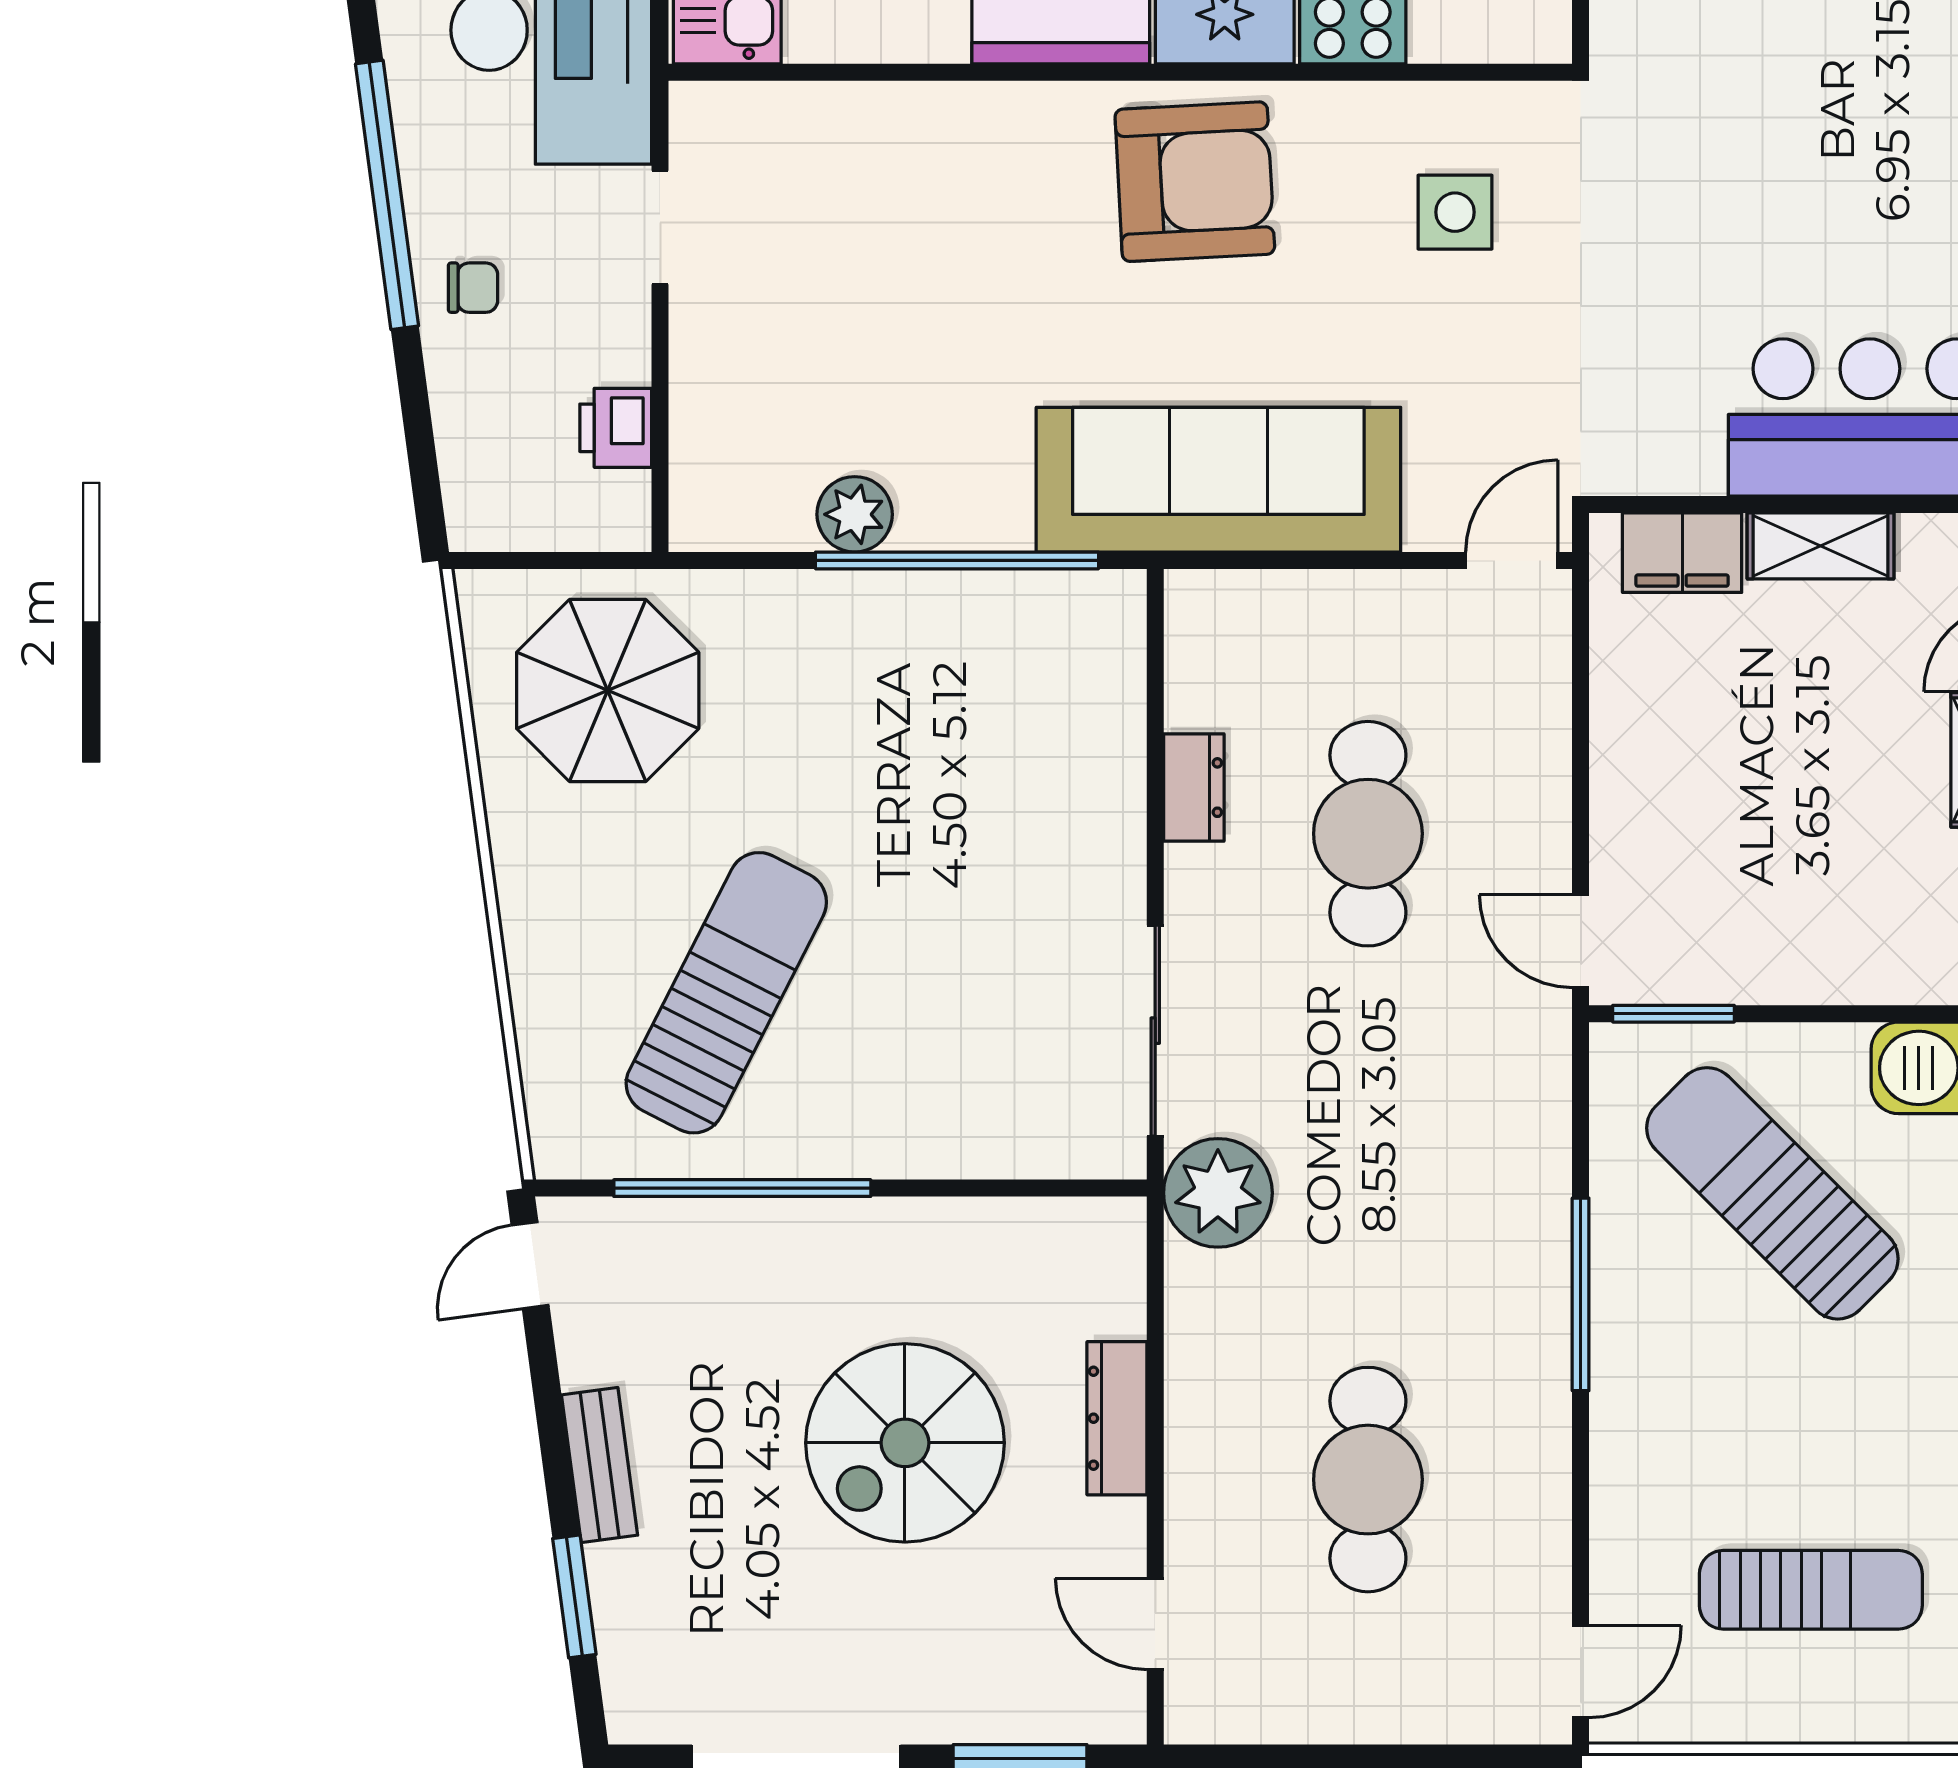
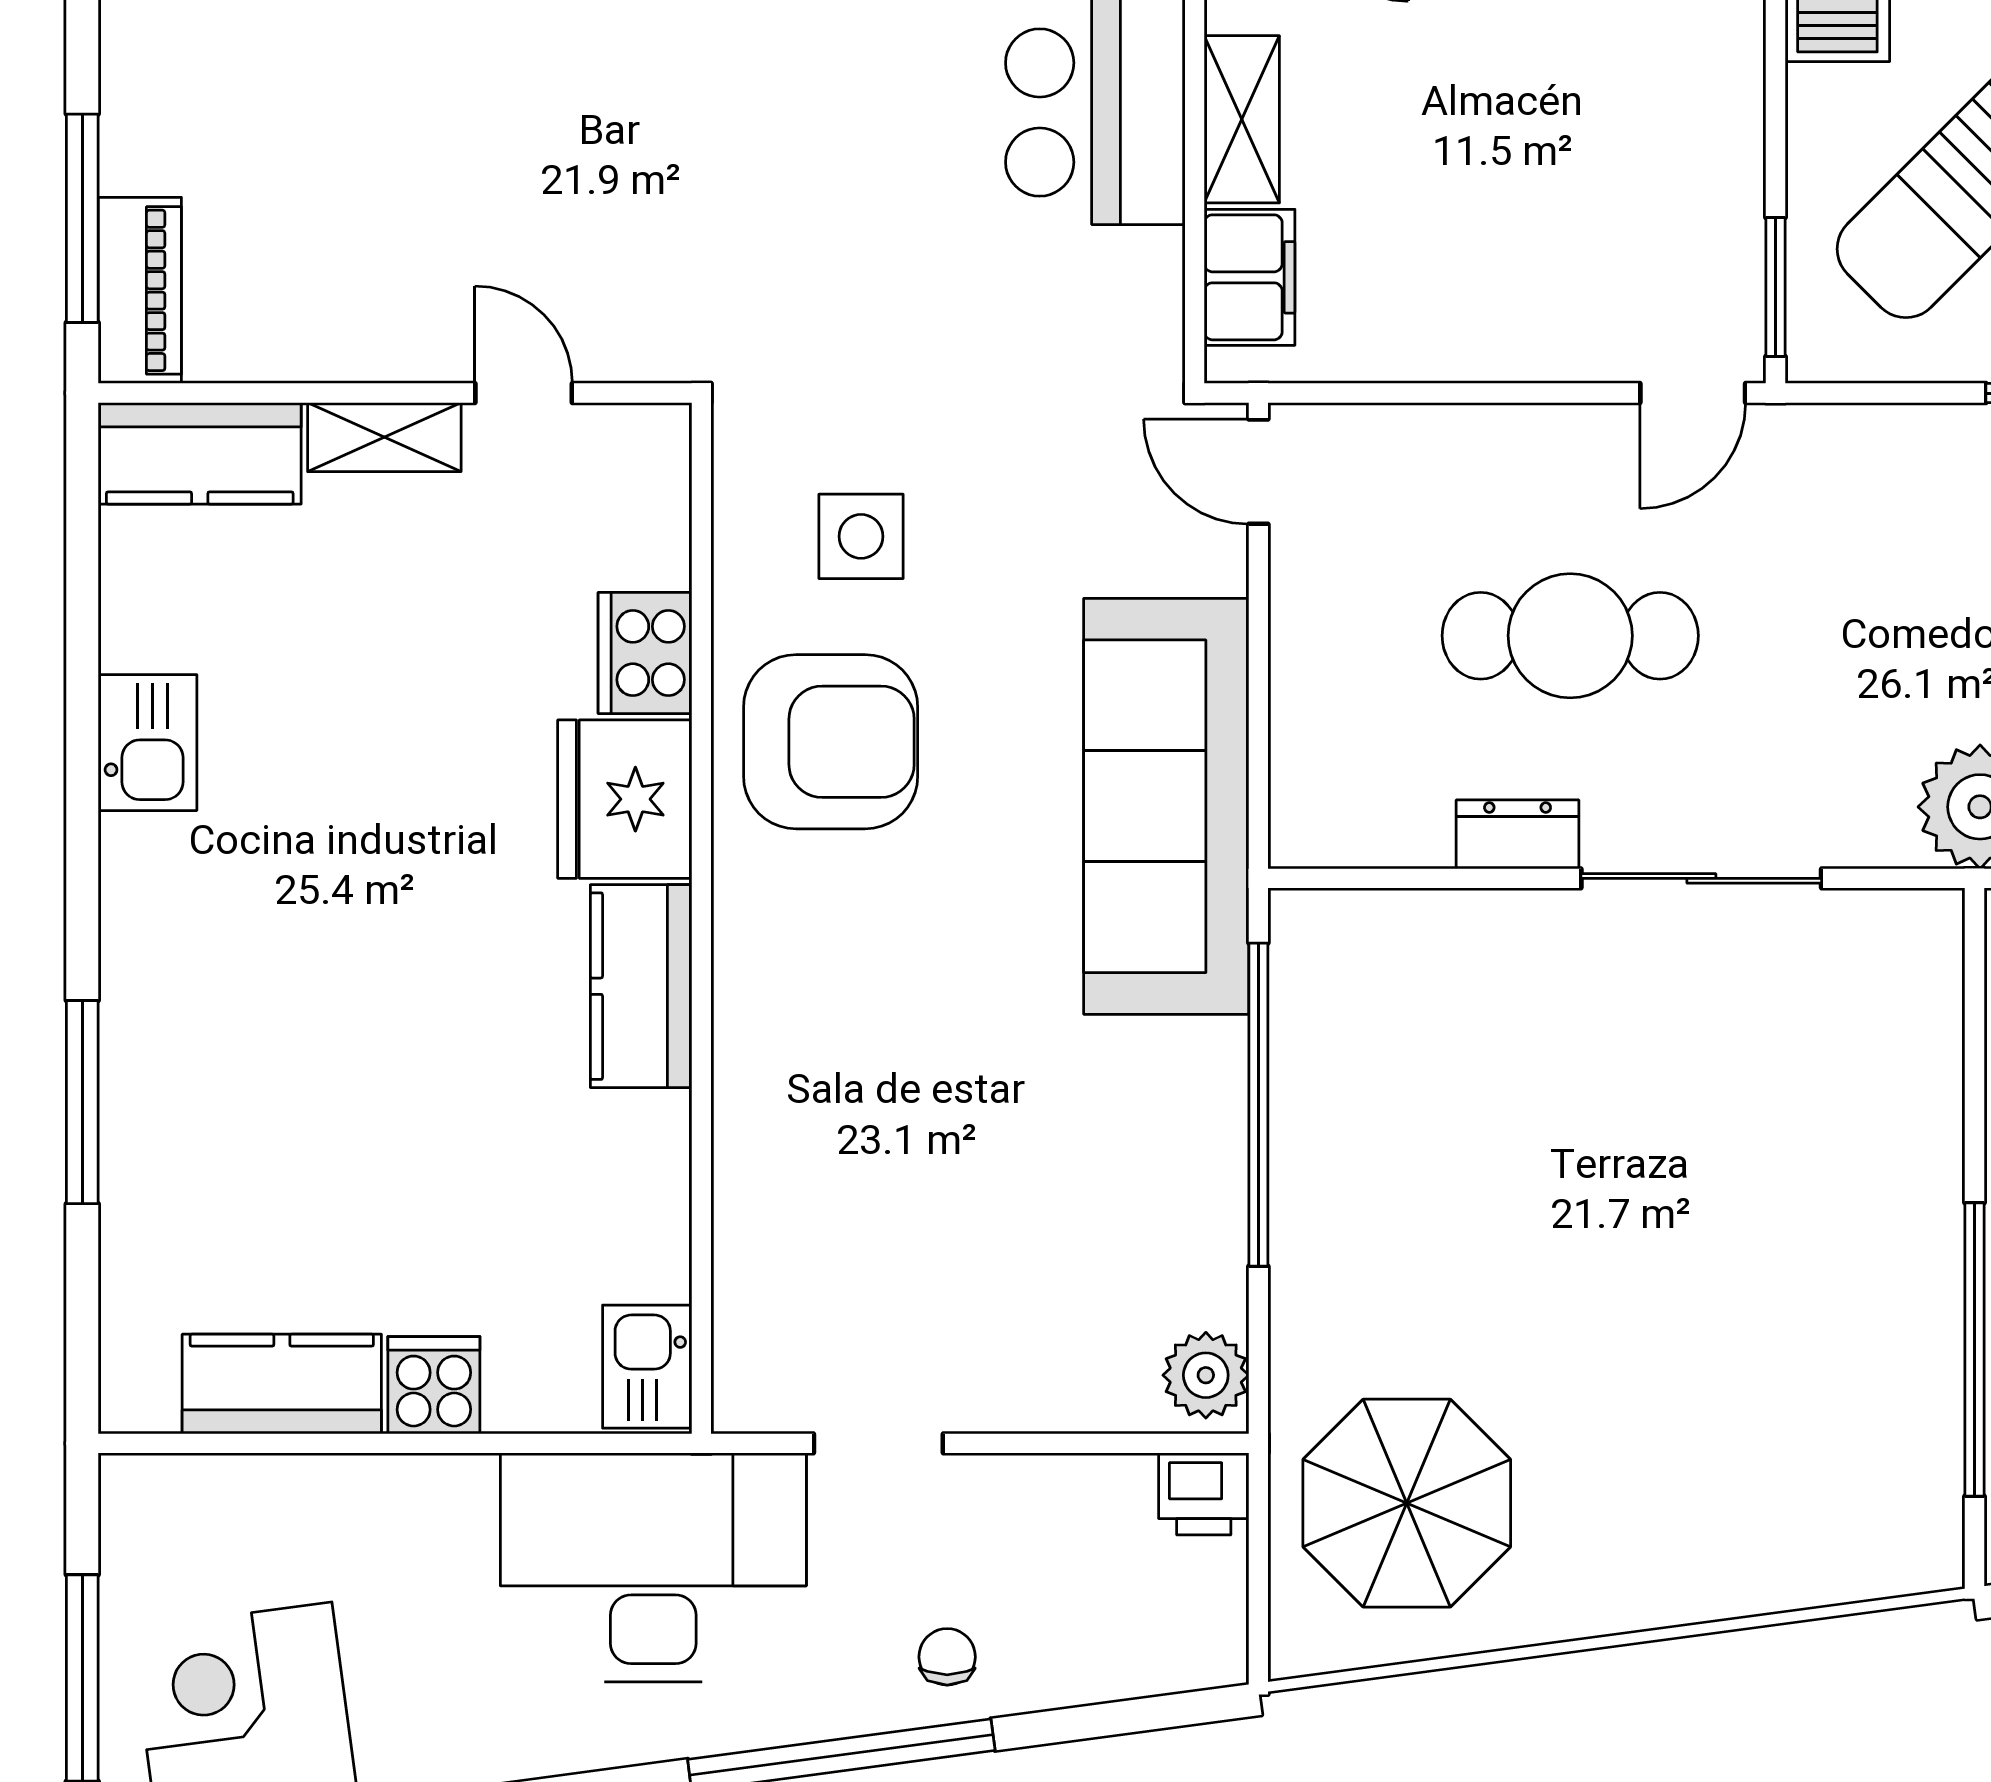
armchair: (1195, 182) -> (831, 742), moved, turned 93
printer: (616, 428) -> (1204, 1494), moved
plant: (855, 514) -> (1206, 1375), moved
sun lounger: (726, 993) -> (1752, 1368), removed
sliding door: (1155, 1031) -> (1701, 878), moved

